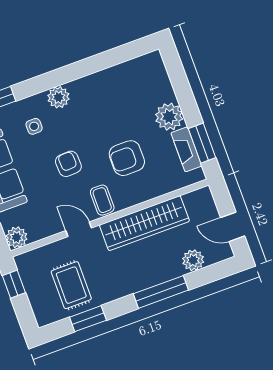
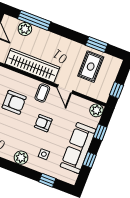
armchair: (68, 164) -> (43, 123), turned 93
window: (161, 292) -> (34, 20), moved

